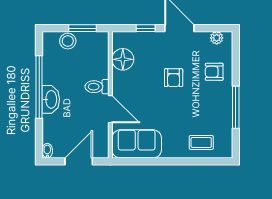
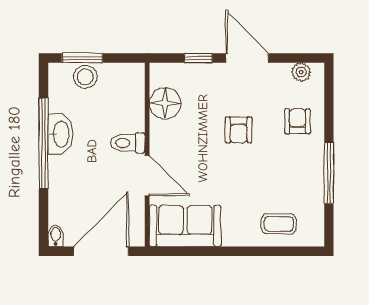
window: (82, 28) -> (82, 58), moved
armchair: (214, 72) -> (298, 121), turned 90
washbasin: (51, 99) -> (61, 134), moved
door: (79, 161) -> (101, 251), width x1.36

